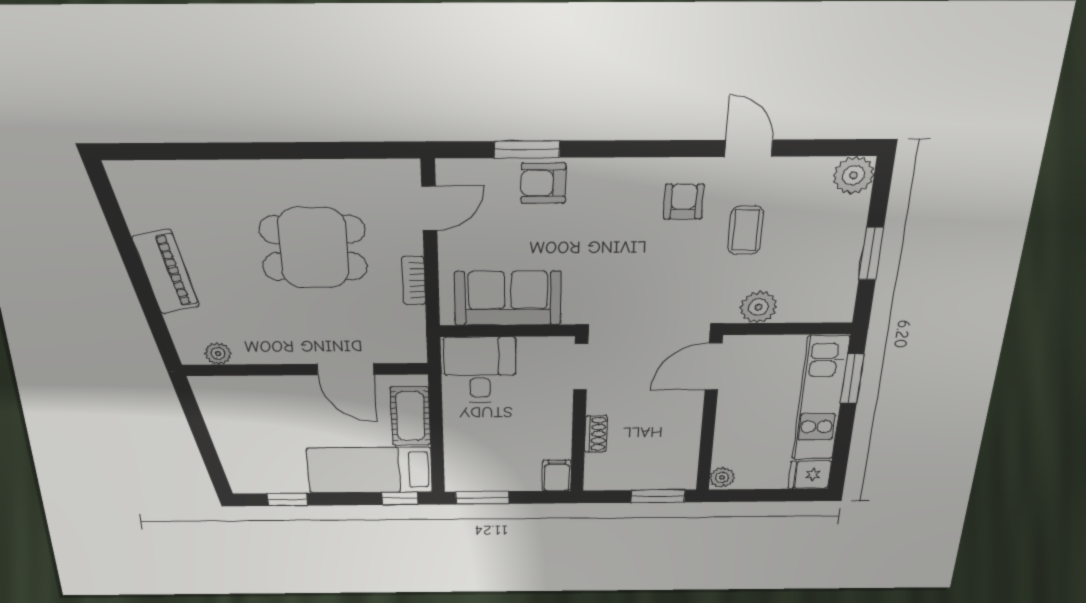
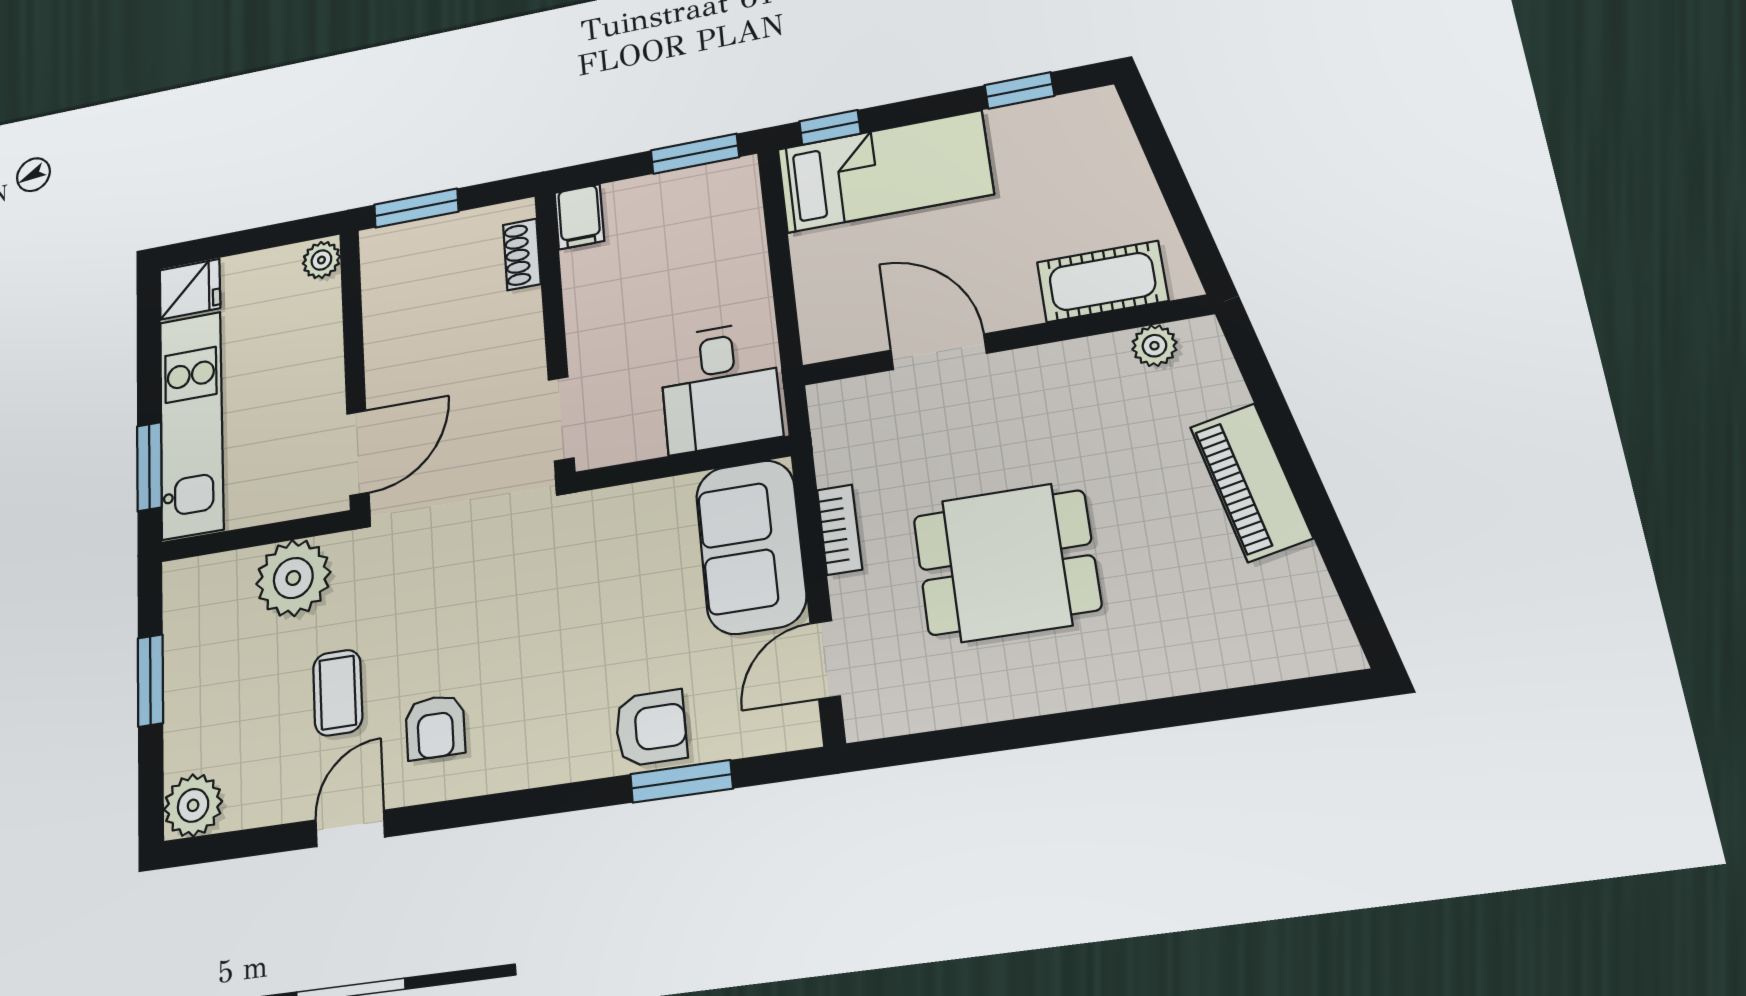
door: (749, 148) -> (350, 828), swing flipped
sofa: (508, 298) -> (751, 547), moved, turned 90
plant: (758, 307) -> (293, 578), width x1.36, depth x1.36
cot: (410, 416) -> (1102, 281), moved, turned 90
shoe rack: (596, 434) -> (522, 254), moved

